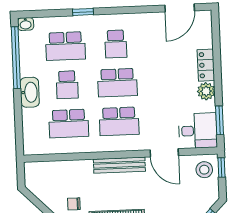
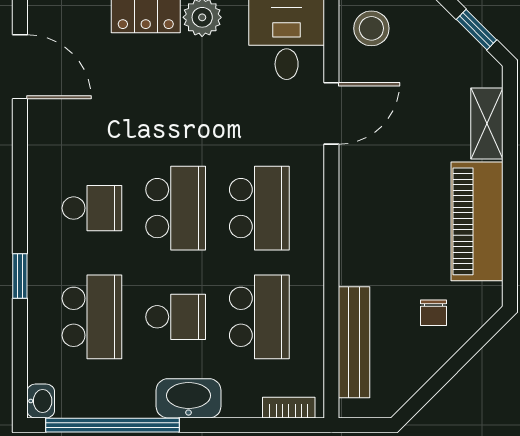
bookcase: (27, 139) -> (289, 408), added
bench: (119, 165) -> (354, 342), moved

